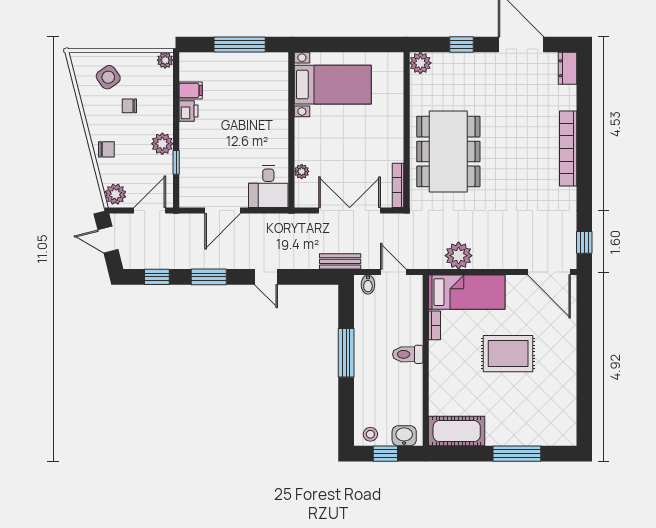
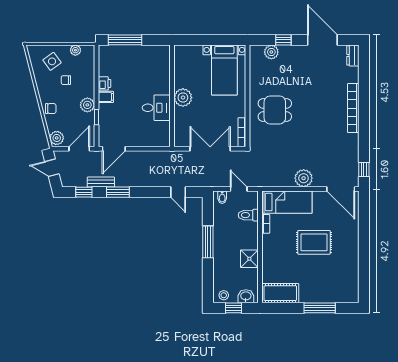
window: (240, 44) -> (125, 40), moved
plant: (165, 60) -> (75, 50), moved
plant: (420, 63) -> (271, 52), moved
bed with nightstands: (333, 85) -> (224, 70), moved, turned 90
filing cabinet: (191, 90) -> (106, 97), moved
dining table: (448, 152) -> (275, 110), width x0.53, depth x0.80
plant: (302, 171) -> (183, 98), moved, width x1.88, depth x1.88
desk: (268, 187) -> (156, 108), moved, turned -90
door: (223, 211) -> (114, 149), moved
plant: (459, 256) -> (304, 178), moved
bench: (340, 261) -> (101, 182), moved
door: (266, 277) -> (178, 192), moved
toilet: (408, 354) -> (248, 215), moved
shower: (410, 379) -> (249, 259), added

